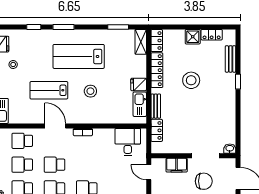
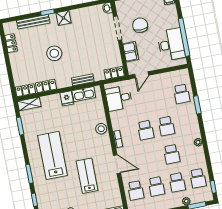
shower: (193, 37) -> (64, 18), moved
lab bench: (79, 56) -> (53, 155), turned 180
bench: (231, 59) -> (33, 22), width x1.36
locker: (157, 70) -> (46, 86), width x0.66
lab bench: (49, 90) -> (87, 176), turned 180
stool: (90, 91) -> (101, 129), moved
door: (55, 126) -> (117, 164), swing flipped
locker: (157, 130) -> (114, 73), moved
school desk: (54, 165) -> (146, 130), moved

